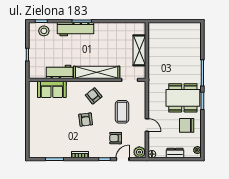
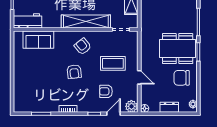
workbench: (60, 72) -> (28, 21), moved
coffee table: (122, 112) -> (113, 63), turned 90

